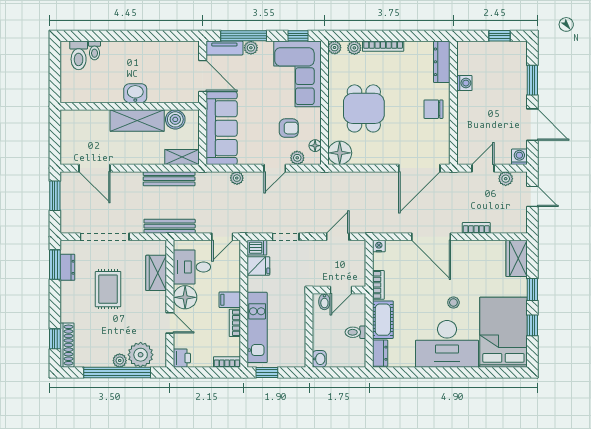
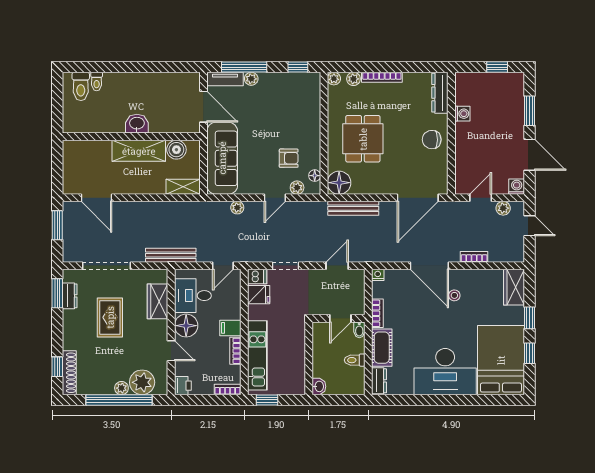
corner sofa: (298, 74) -> (297, 105), removed
bench: (169, 179) -> (353, 208), moved
bidet: (324, 302) -> (359, 330), moved
stool: (453, 303) -> (454, 295), moved

